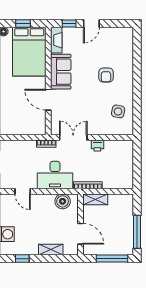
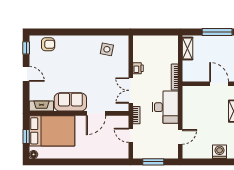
window: (69, 23) -> (26, 48), moved
armchair: (106, 75) -> (48, 44), moved
door: (24, 137) -> (131, 135), added
shelving: (95, 199) -> (188, 49), moved
boiler: (63, 201) -> (189, 100), removed
door: (81, 234) -> (219, 84), hinge flipped

